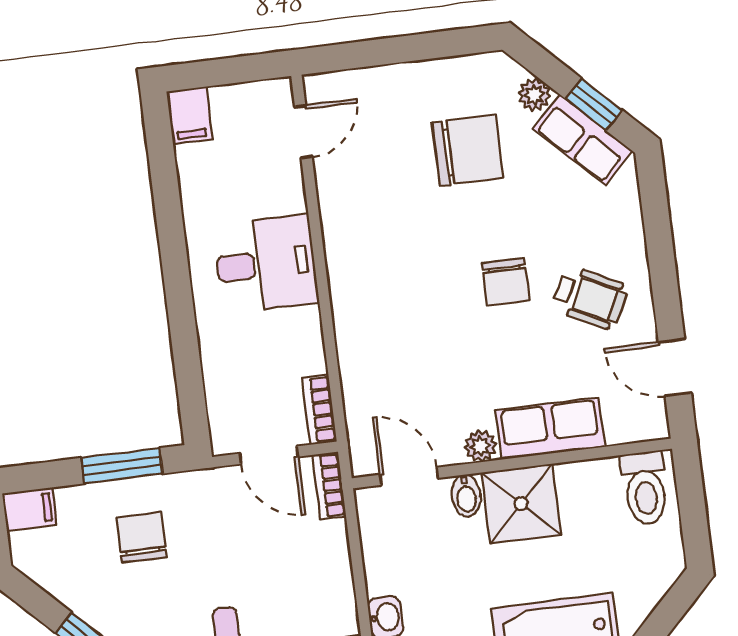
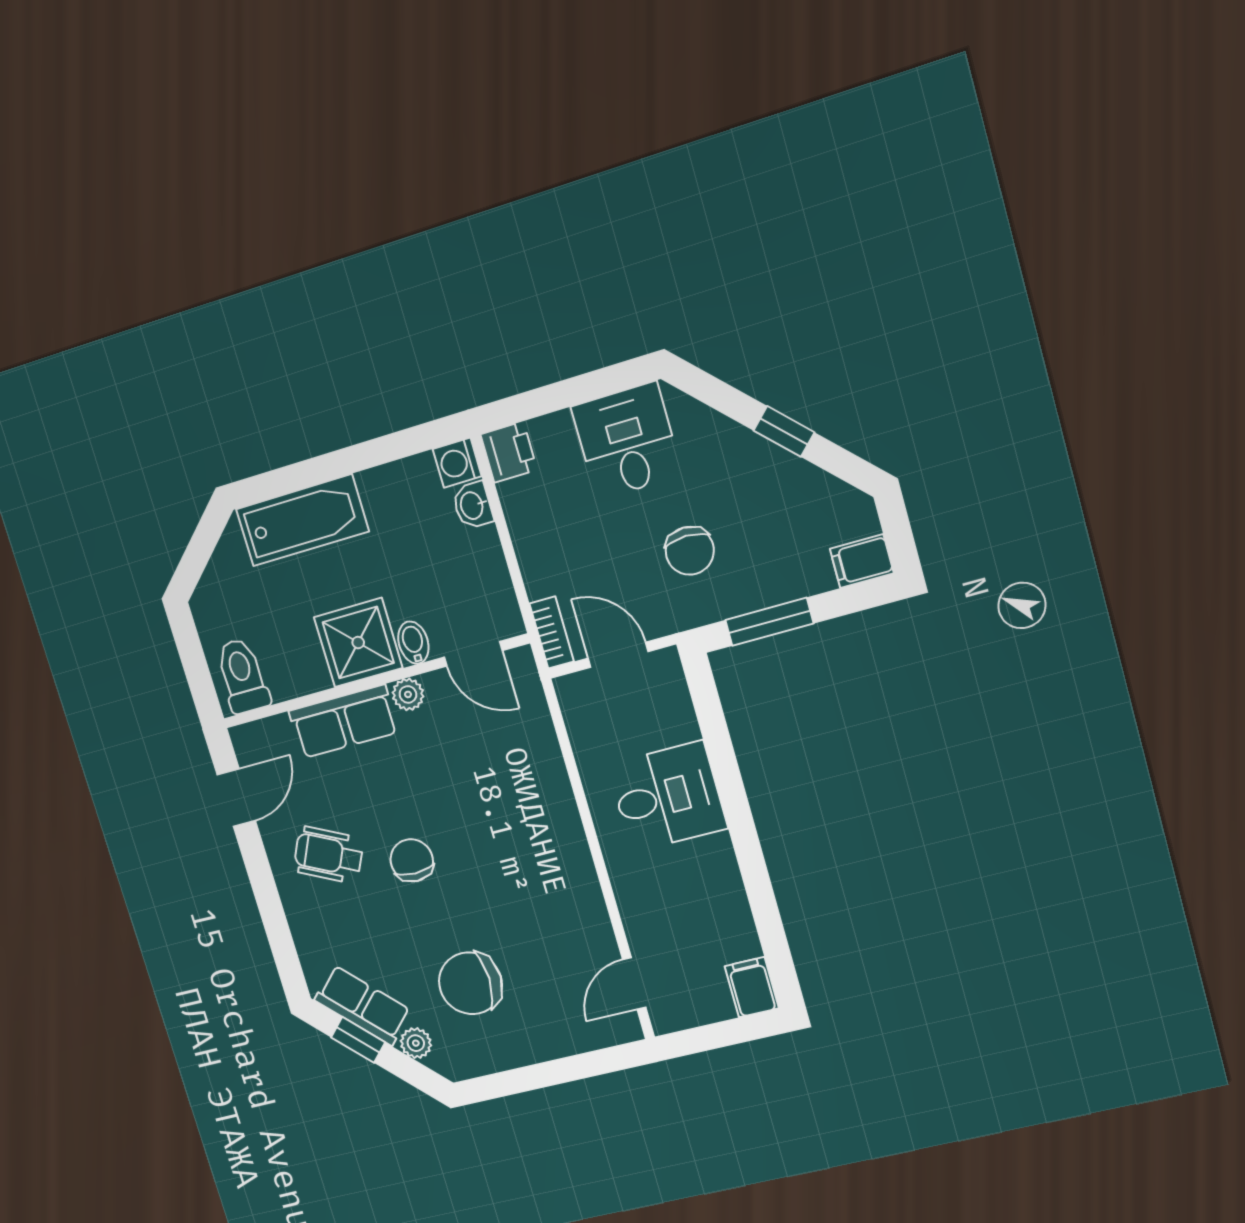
desk: (266, 264) -> (667, 797), moved, turned 180
door: (675, 368) -> (236, 798), hinge flipped
bookcase: (319, 410) -> (574, 709), removed
chair: (141, 538) -> (690, 551), moved

